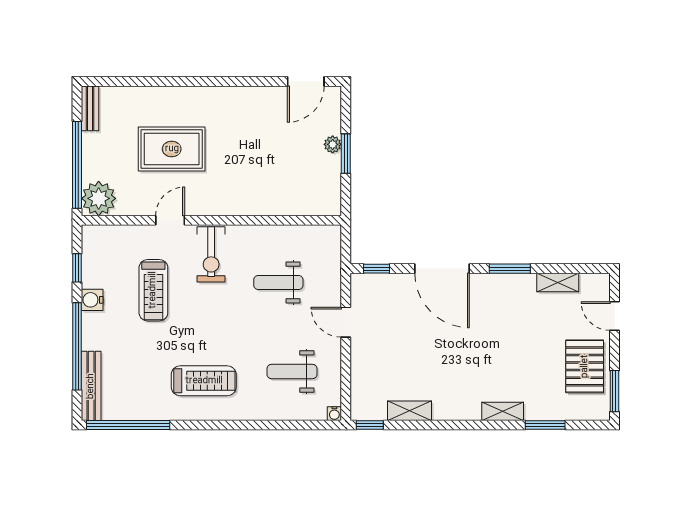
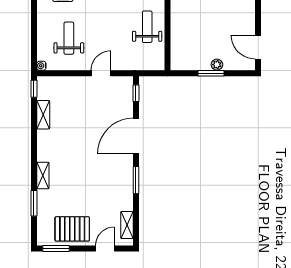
shelving: (558, 282) -> (127, 225), moved
weight bench: (278, 283) -> (147, 27), moved

